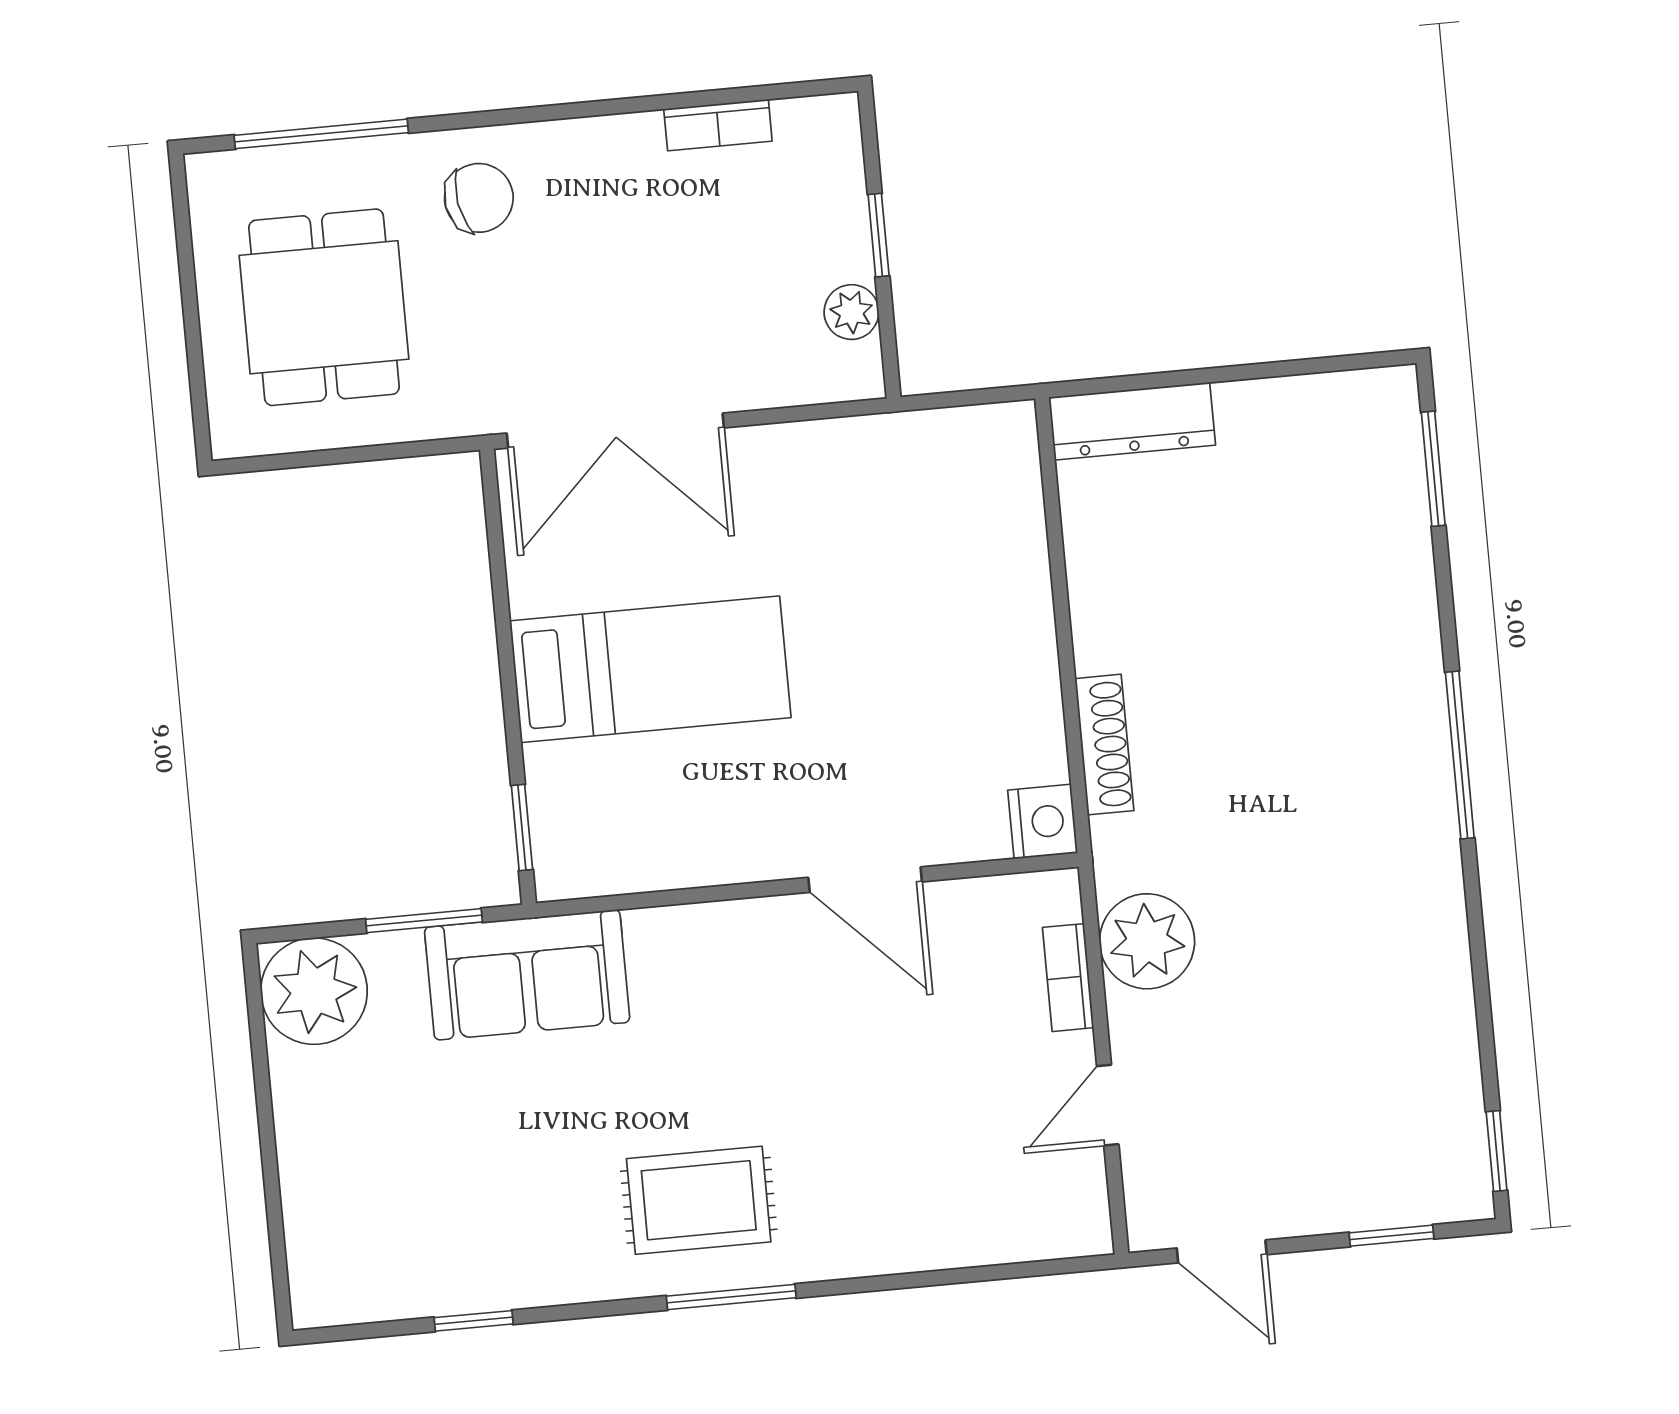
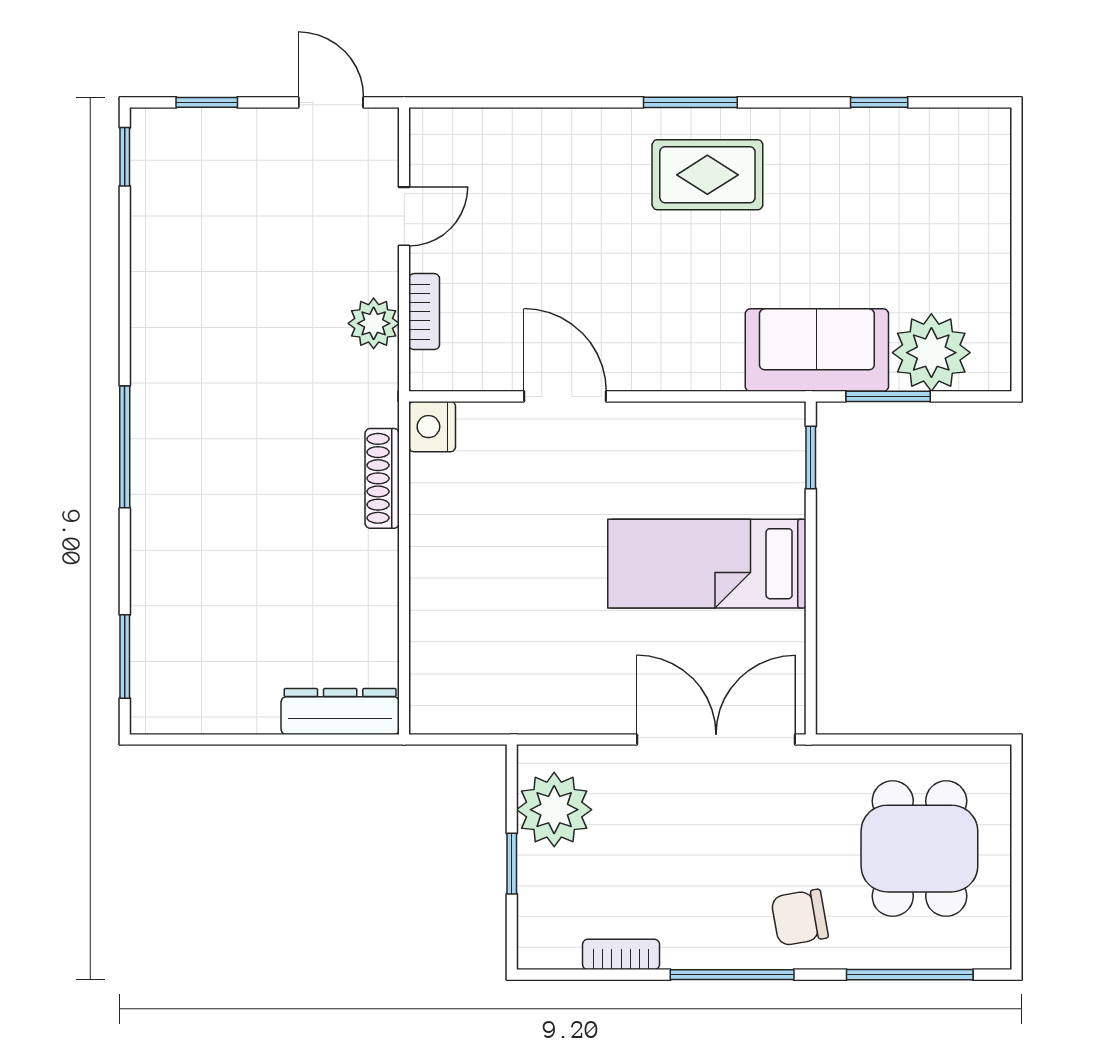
window: (564, 111) -> (732, 975), added
plant: (851, 312) -> (554, 810), width x1.88, depth x1.88
plant: (1147, 941) -> (374, 323), width x0.73, depth x0.73
plant: (314, 991) -> (931, 353), moved

